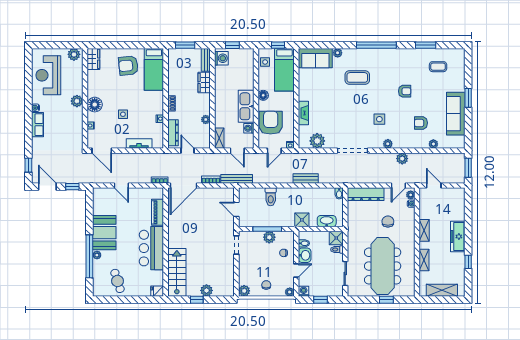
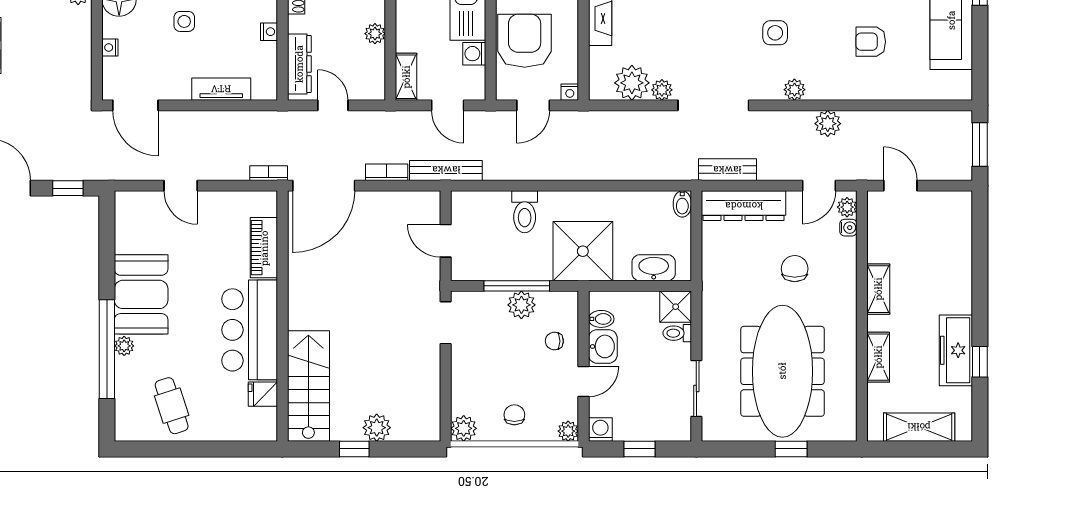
plant: (433, 144) -> (662, 90), moved
bench: (306, 179) -> (727, 170), moved
shower: (302, 220) -> (583, 251), width x1.86, depth x1.86
freezer: (458, 236) -> (956, 350), moved
fridge: (157, 291) -> (263, 394), moved

